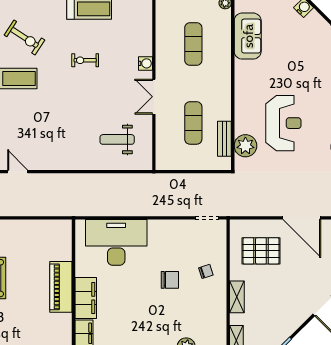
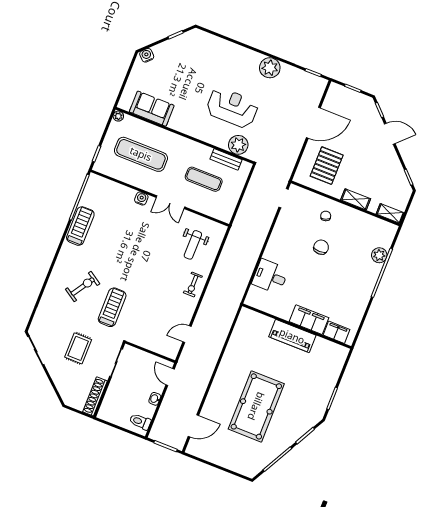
exercise mat: (193, 44) -> (141, 154), width x1.36, depth x1.45
exercise bike: (85, 60) -> (193, 284), moved
desk: (116, 242) -> (270, 276), width x0.53, depth x0.77

